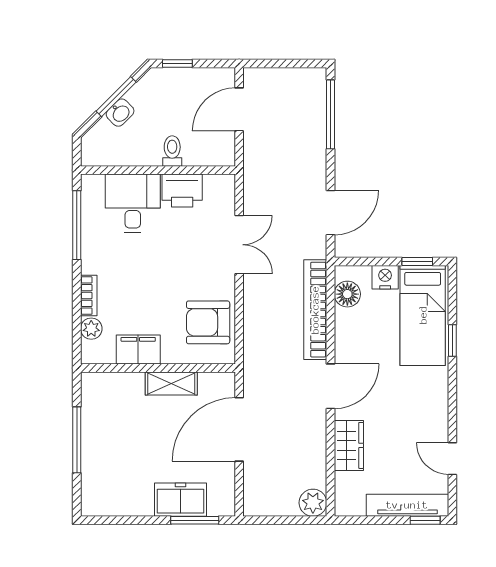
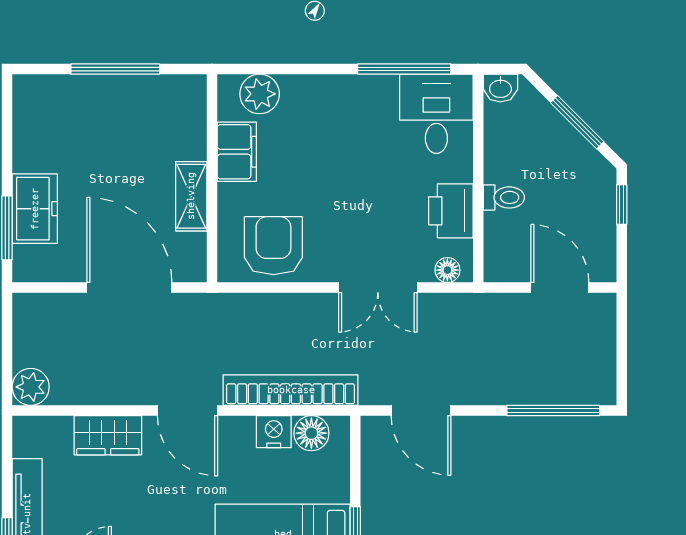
washbasin: (120, 113) -> (500, 88), moved, turned -45
floor lamp: (226, 193) -> (447, 270), added
desk: (133, 203) -> (436, 114), moved, turned -90
nightstand: (385, 277) -> (274, 432), moved, turned -90
bookcase: (89, 296) -> (309, 85), removed
plant: (91, 329) -> (260, 94), width x1.38, depth x1.38

